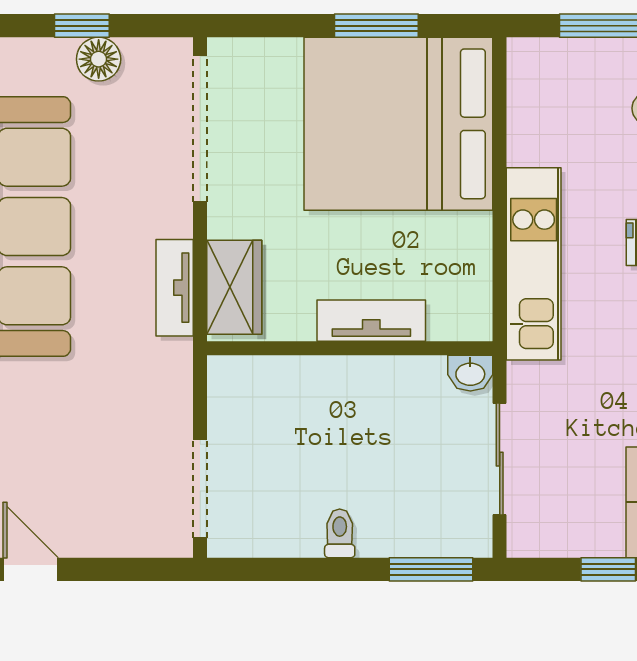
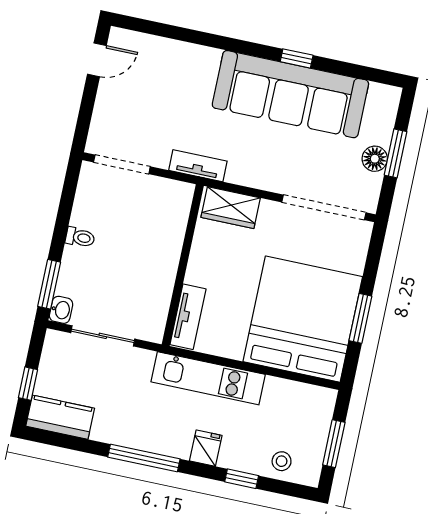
window: (82, 26) -> (396, 153), width x1.50
tv unit: (175, 288) -> (198, 166), moved
tv unit: (371, 321) -> (188, 317), moved
washbasin: (470, 373) -> (61, 310), moved, turned 180

